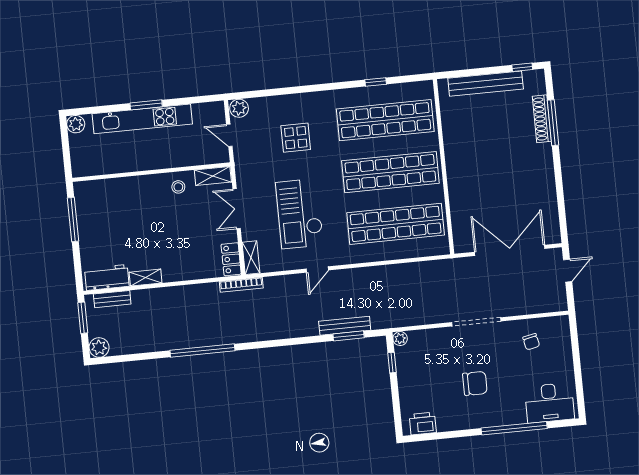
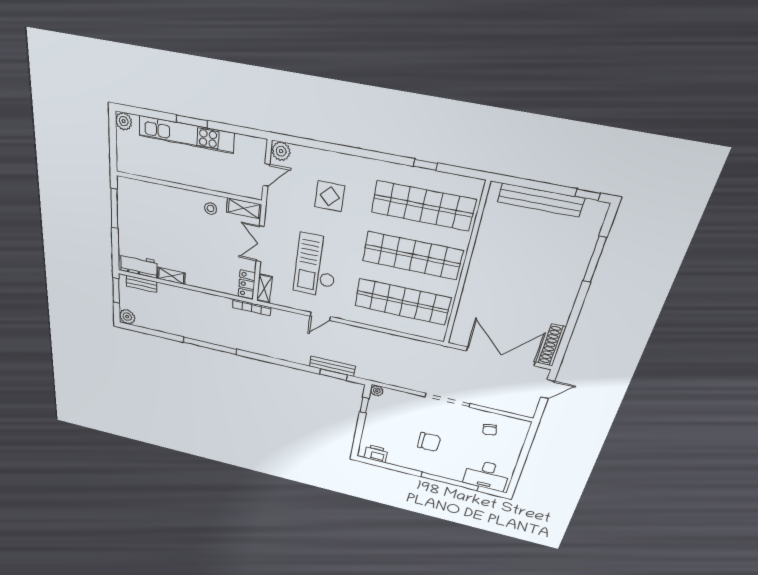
shoe rack: (542, 119) -> (552, 345), moved
door: (229, 135) -> (266, 175), swing flipped

